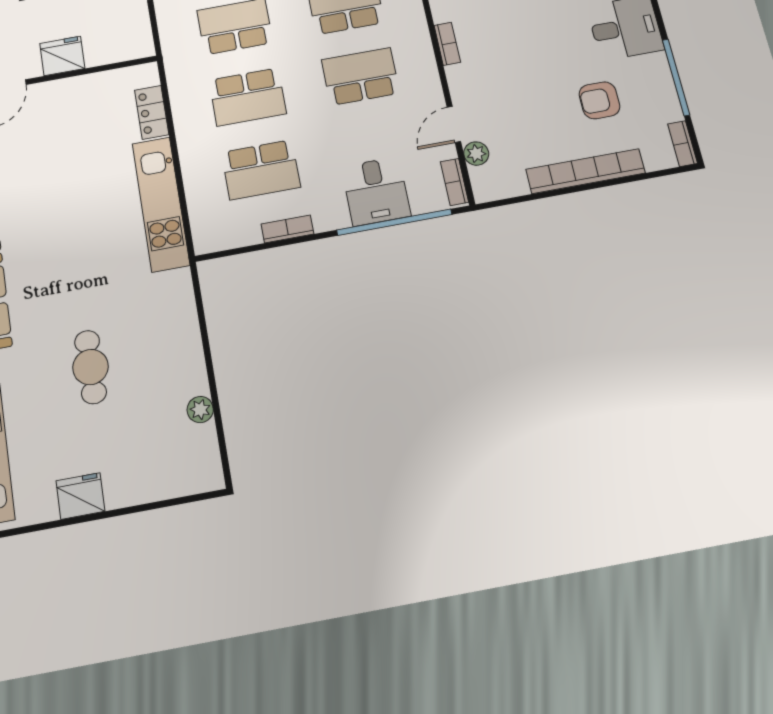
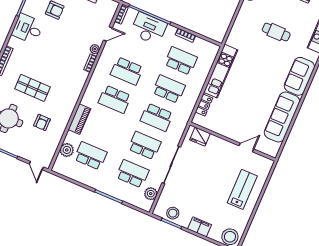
fridge: (62, 56) -> (200, 137), moved
plant: (476, 154) -> (95, 49), moved
desk: (376, 191) -> (149, 29), width x1.37
cafe table: (90, 367) -> (276, 32), turned 90

